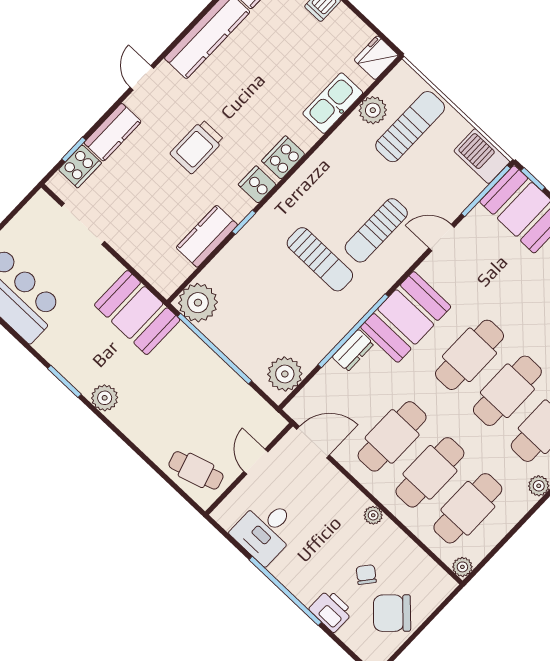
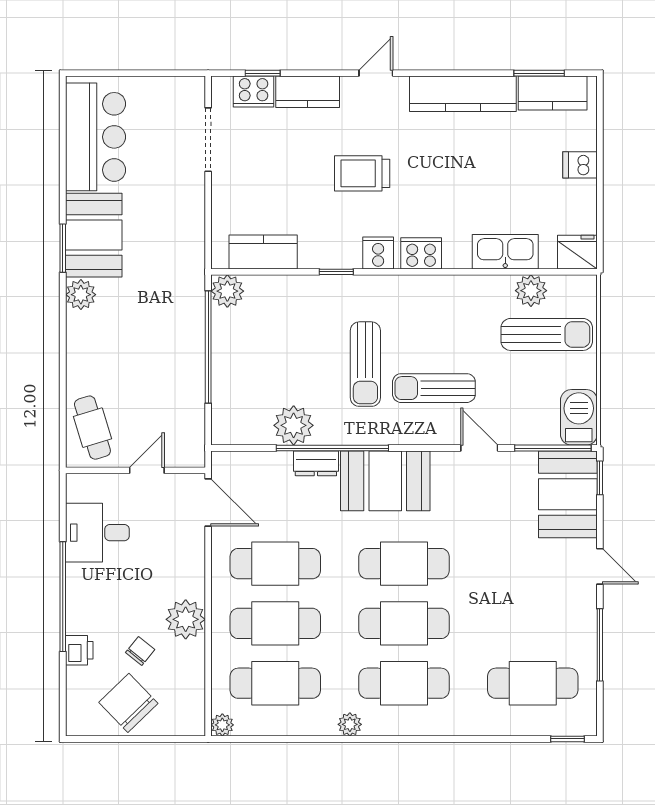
kitchen counter: (207, 236) -> (263, 252), moved
plant: (198, 303) -> (227, 291), width x0.73, depth x0.73
booth: (137, 313) -> (94, 235), moved
plant: (285, 374) -> (294, 425), moved
plant: (373, 515) -> (186, 619), width x1.88, depth x1.88
printer: (331, 611) -> (79, 650), width x0.73, depth x0.81

